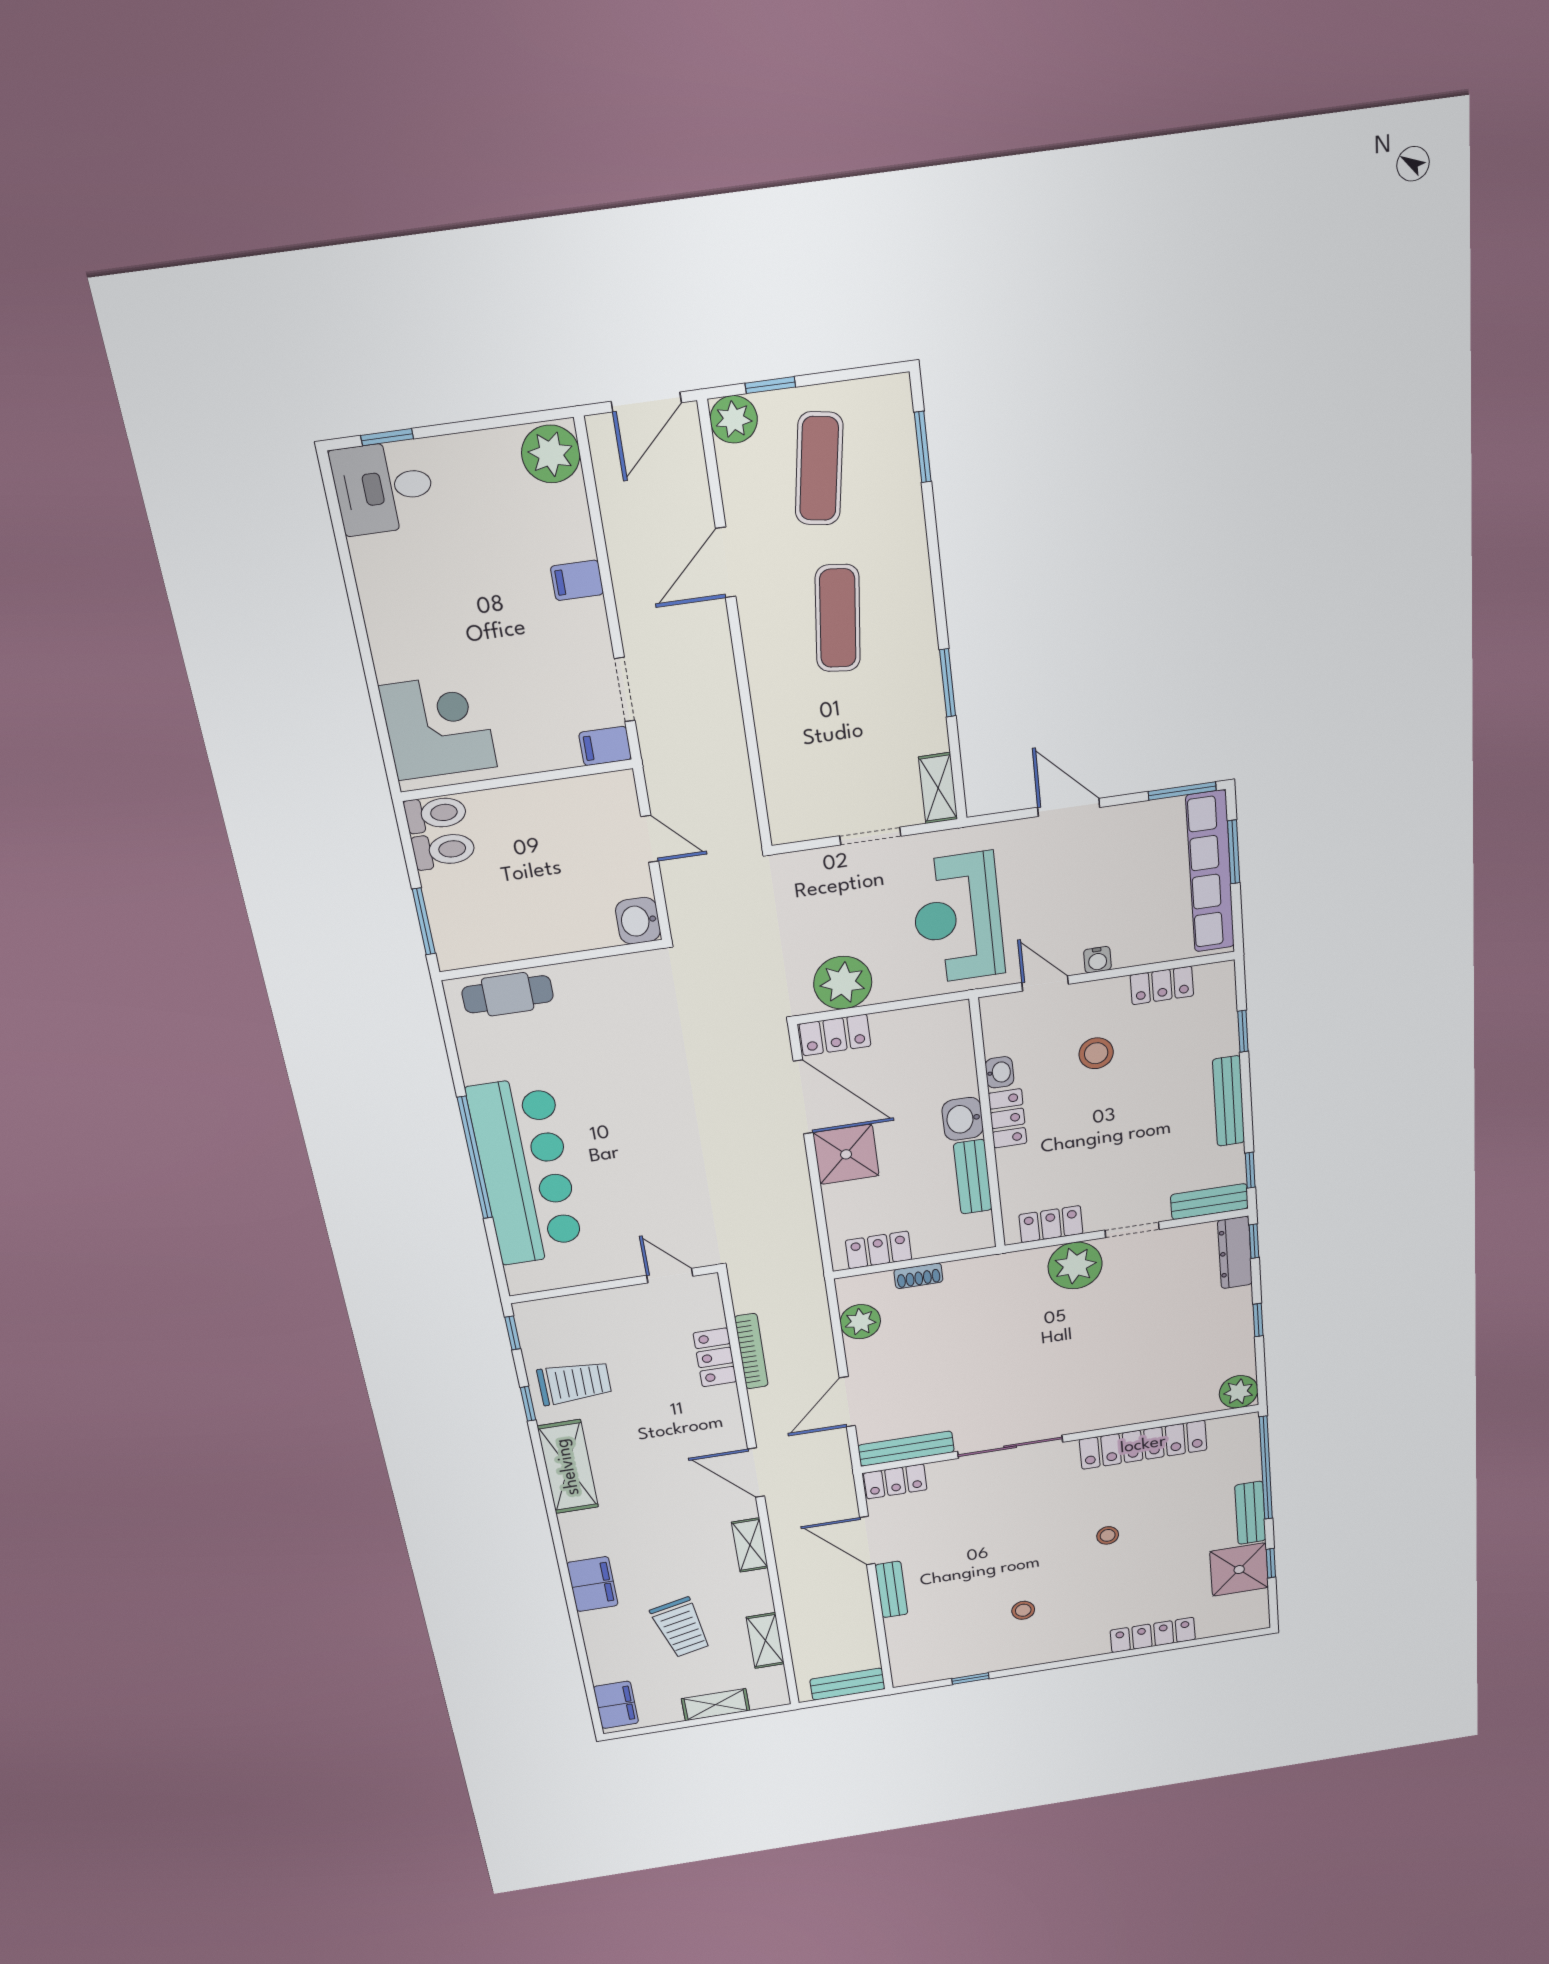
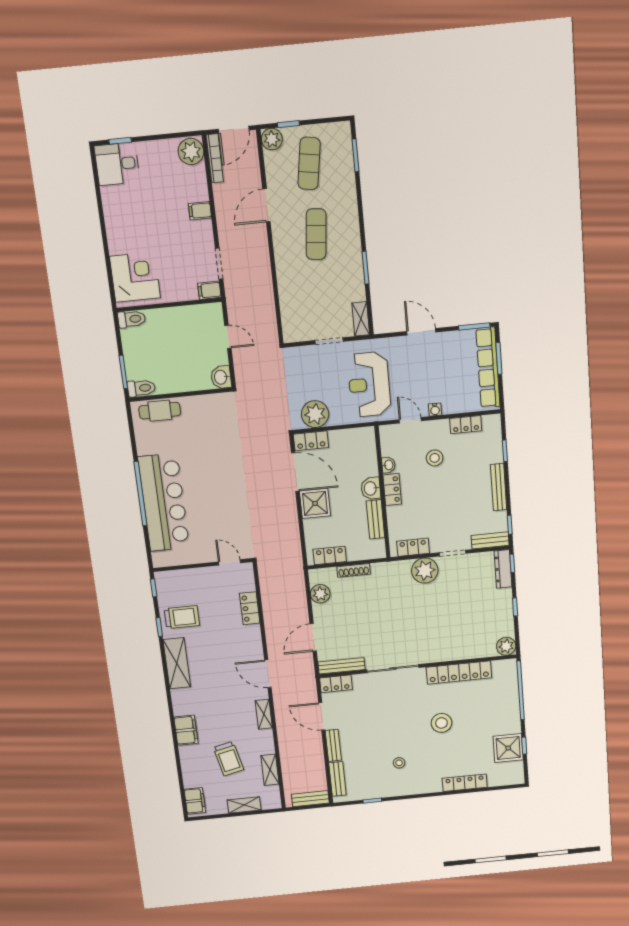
toilet: (444, 850) -> (141, 388), moved
shoe rack: (918, 1276) -> (354, 570), width x1.43
bookcase: (751, 1351) -> (215, 158), moved
bench: (1250, 1513) -> (337, 779), moved
stool: (1108, 1535) -> (441, 723), width x1.89, depth x1.89

